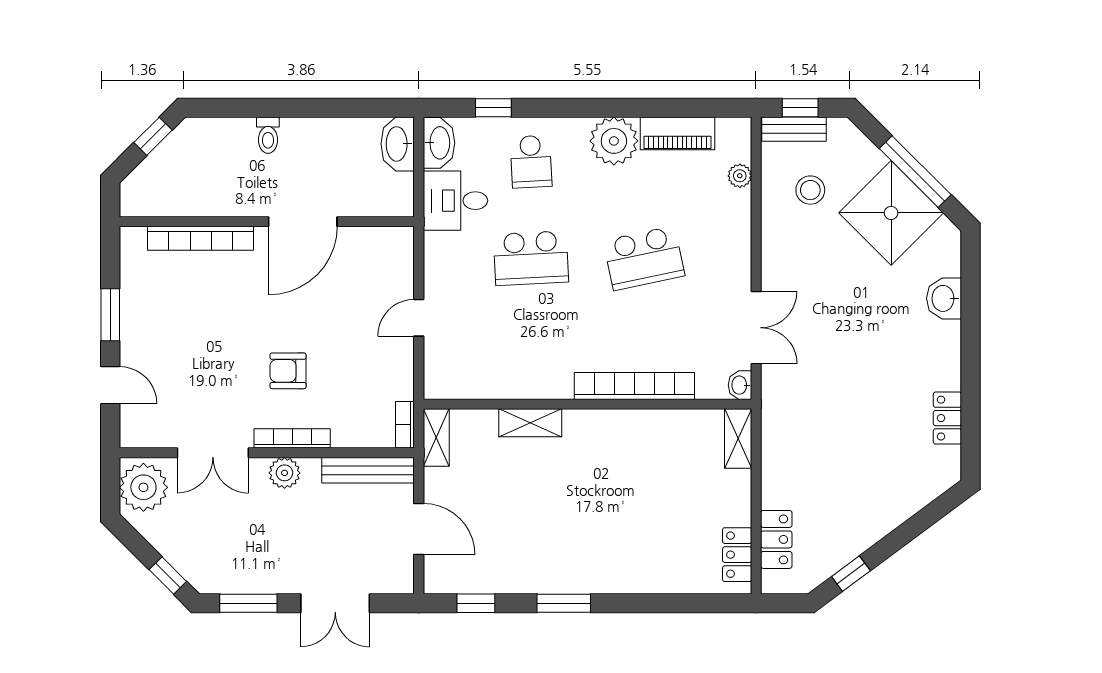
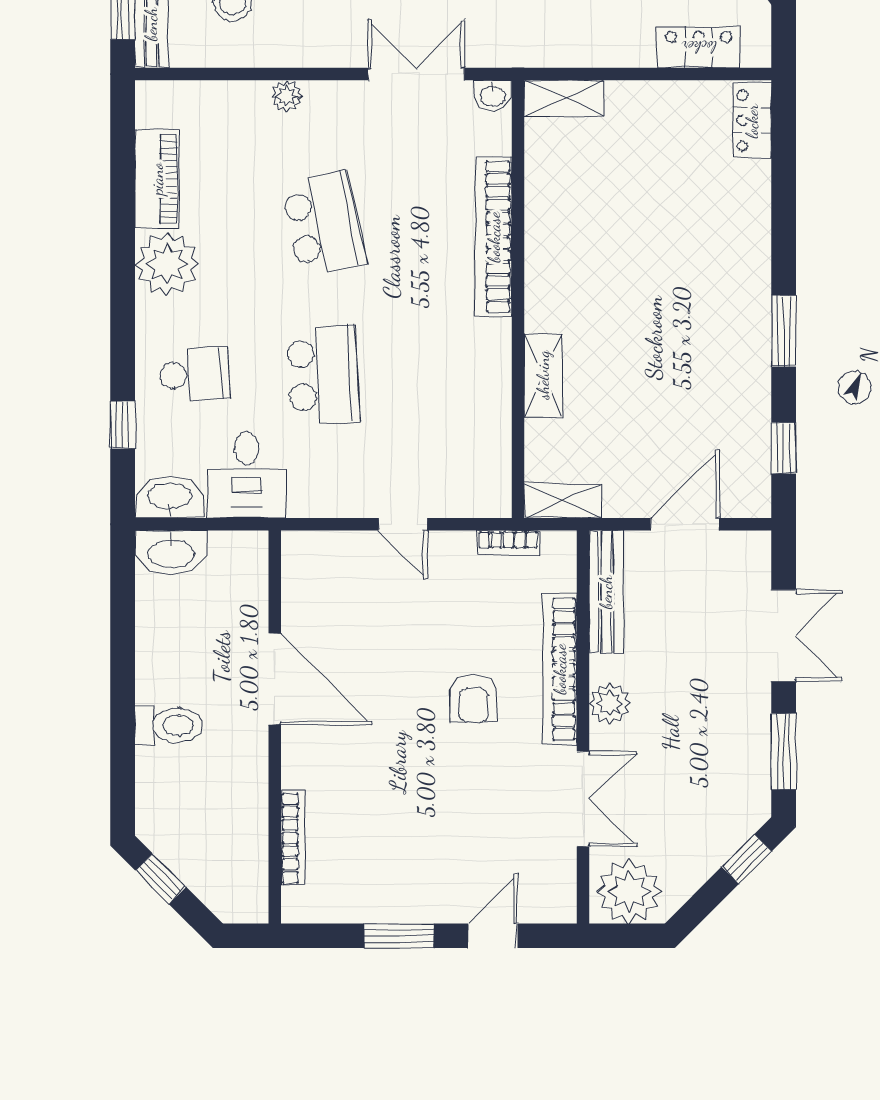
toilet: (268, 135) -> (169, 725), width x1.37, depth x1.39
plant: (740, 176) -> (287, 96), moved
bookcase: (201, 238) -> (293, 838), width x0.68, depth x0.76
bookcase: (405, 425) -> (508, 543), moved
bookcase: (292, 438) -> (560, 669), width x1.48, depth x1.31
locker: (737, 555) -> (752, 121), moved, turned 90

